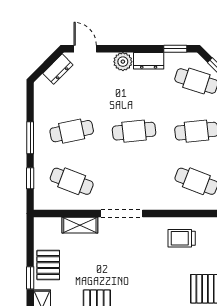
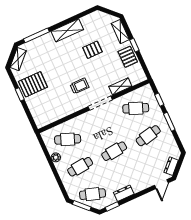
door: (85, 49) -> (161, 184), hinge flipped
plant: (123, 62) -> (138, 186), removed
trolley: (182, 238) -> (80, 86), moved

